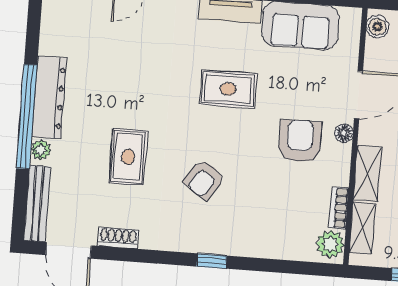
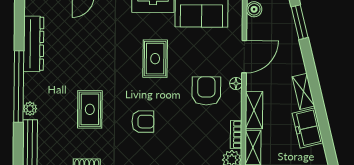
rug: (228, 89) -> (155, 59), turned 90
dresser: (49, 97) -> (34, 44), moved
armchair: (204, 180) -> (143, 122), turned -125

